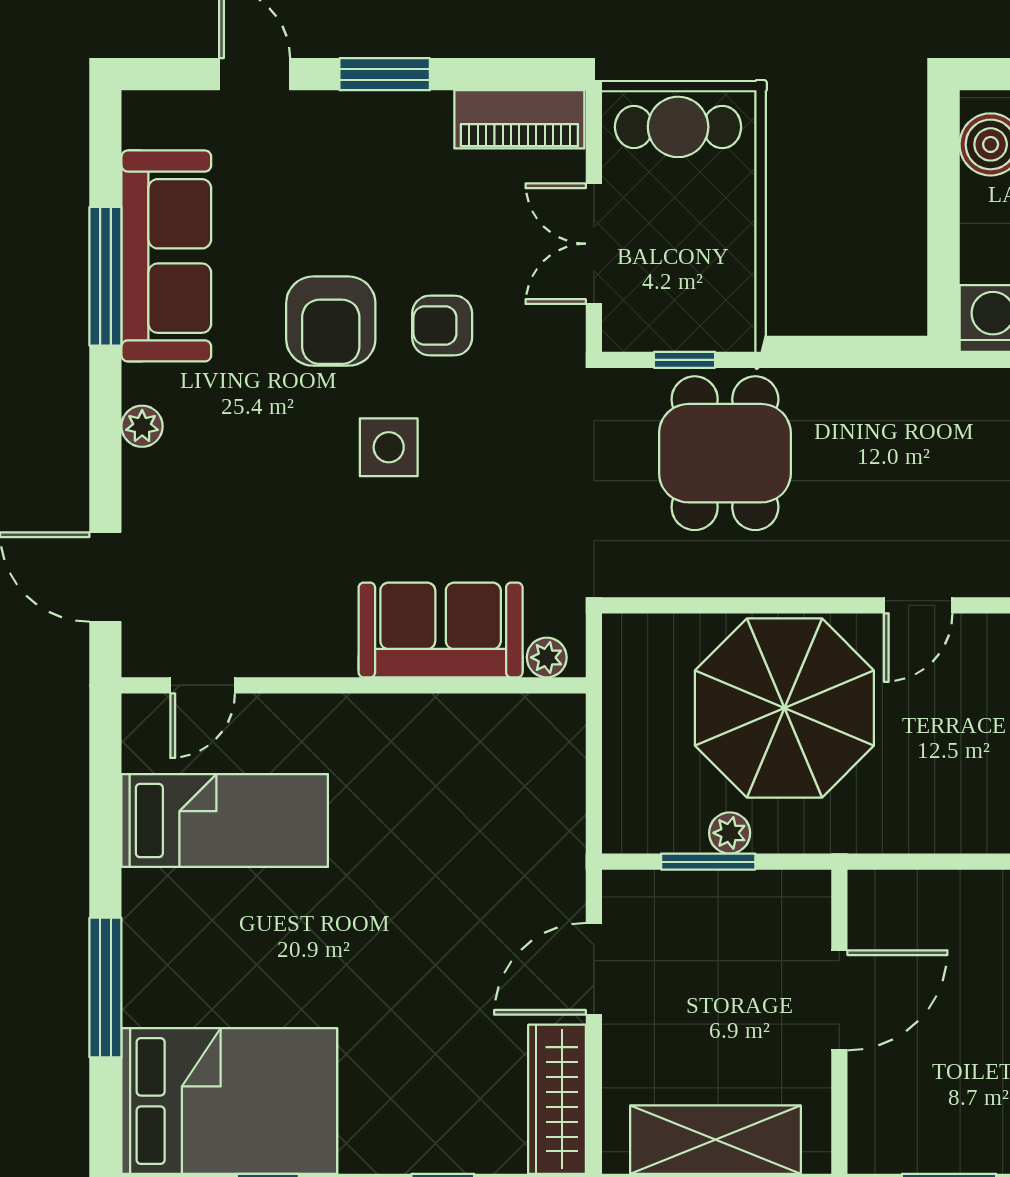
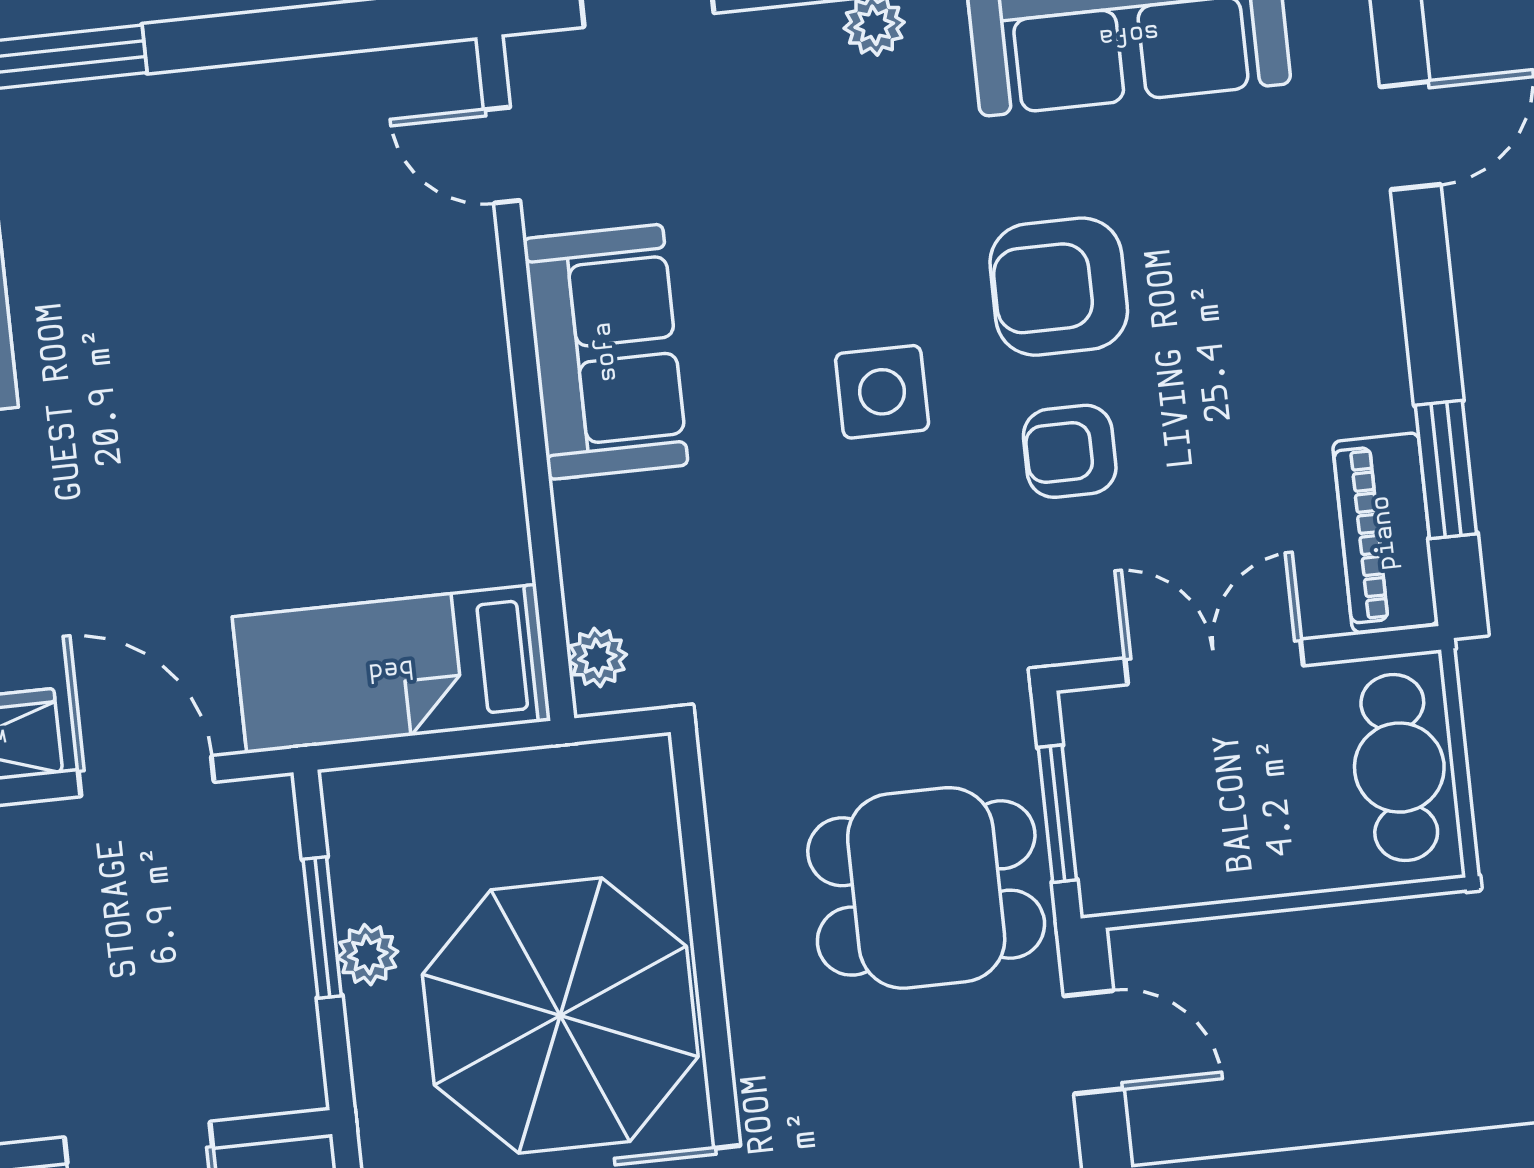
window: (385, 74) -> (1446, 469), moved
armchair: (442, 326) -> (1070, 451), turned -90
door: (841, 352) -> (1094, 1042), added
window: (685, 360) -> (1057, 814), width x1.50
sofa: (441, 630) -> (606, 352), moved
bed: (225, 821) -> (391, 669), moved, turned 90

